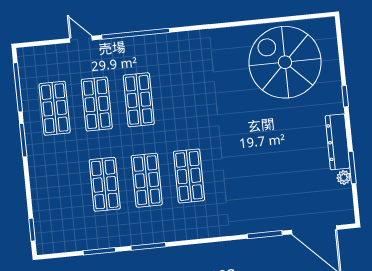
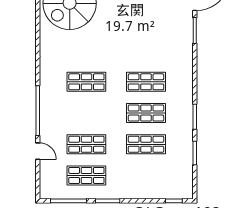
door: (81, 39) -> (38, 151), swing flipped
shop shelf: (139, 100) -> (86, 82), moved

